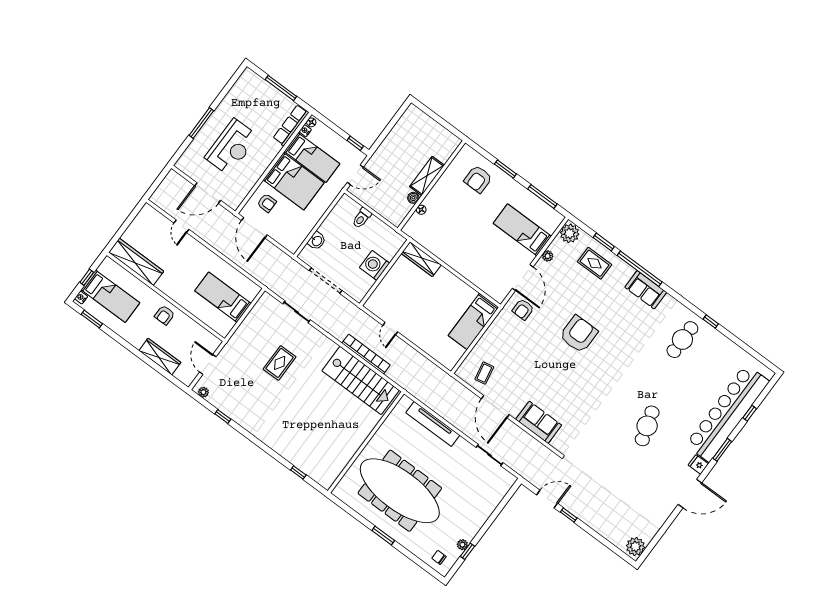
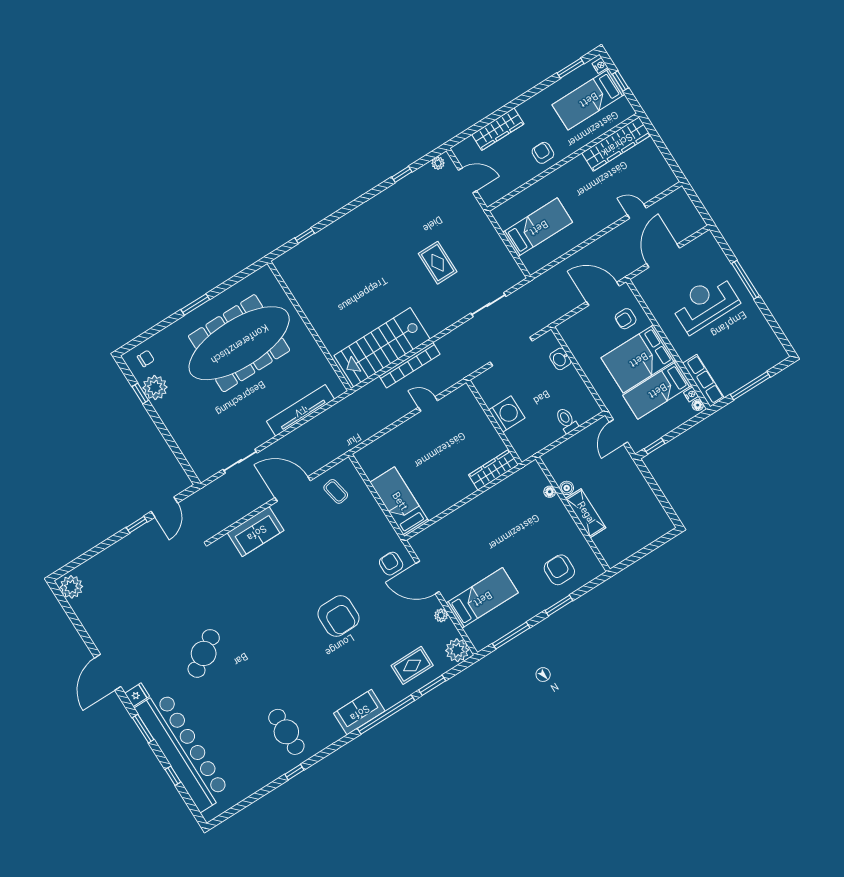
reception desk: (232, 147) -> (705, 303), turned 90
cafe table: (647, 426) -> (204, 653), turned 73
plant: (462, 545) -> (155, 388), width x1.88, depth x1.88

